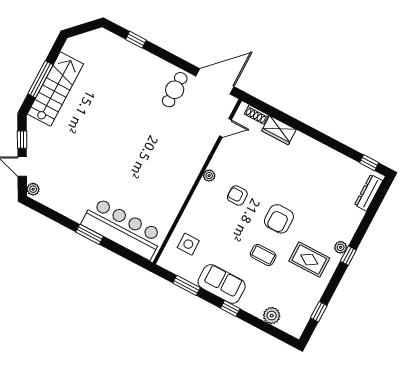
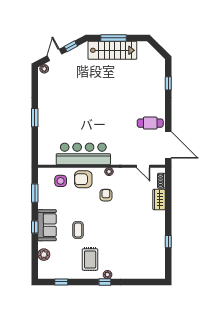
window: (369, 163) -> (168, 242), moved
dresser: (369, 193) -> (150, 274), removed
armchair: (279, 219) -> (83, 179), moved
bar counter: (123, 228) -> (83, 154), moved, turned -90
sofa: (222, 284) -> (47, 225), moved

